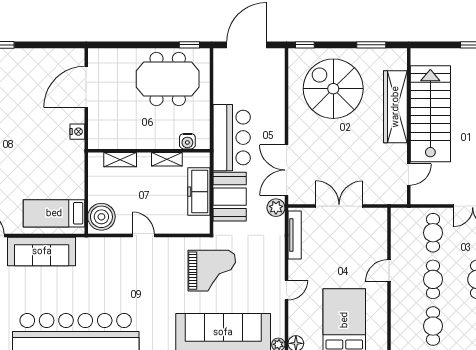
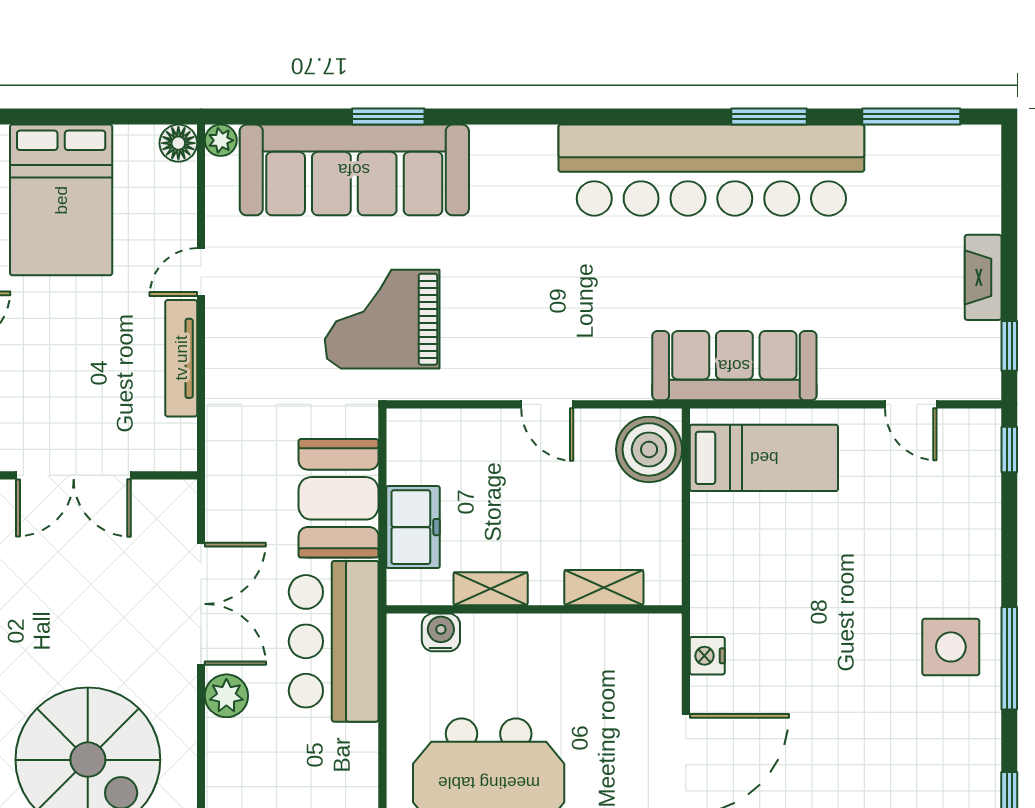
double door: (287, 170) -> (201, 604), moved
freezer: (199, 192) -> (413, 527), width x0.71
plant: (276, 208) -> (226, 696), moved
tv unit: (295, 235) -> (181, 358), moved
sofa: (42, 251) -> (734, 366), moved

